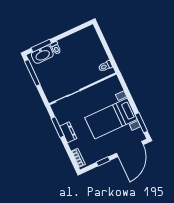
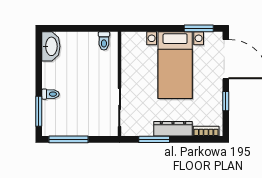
washbasin: (42, 55) -> (51, 46), moved
dresser: (68, 132) -> (173, 129), width x1.44

